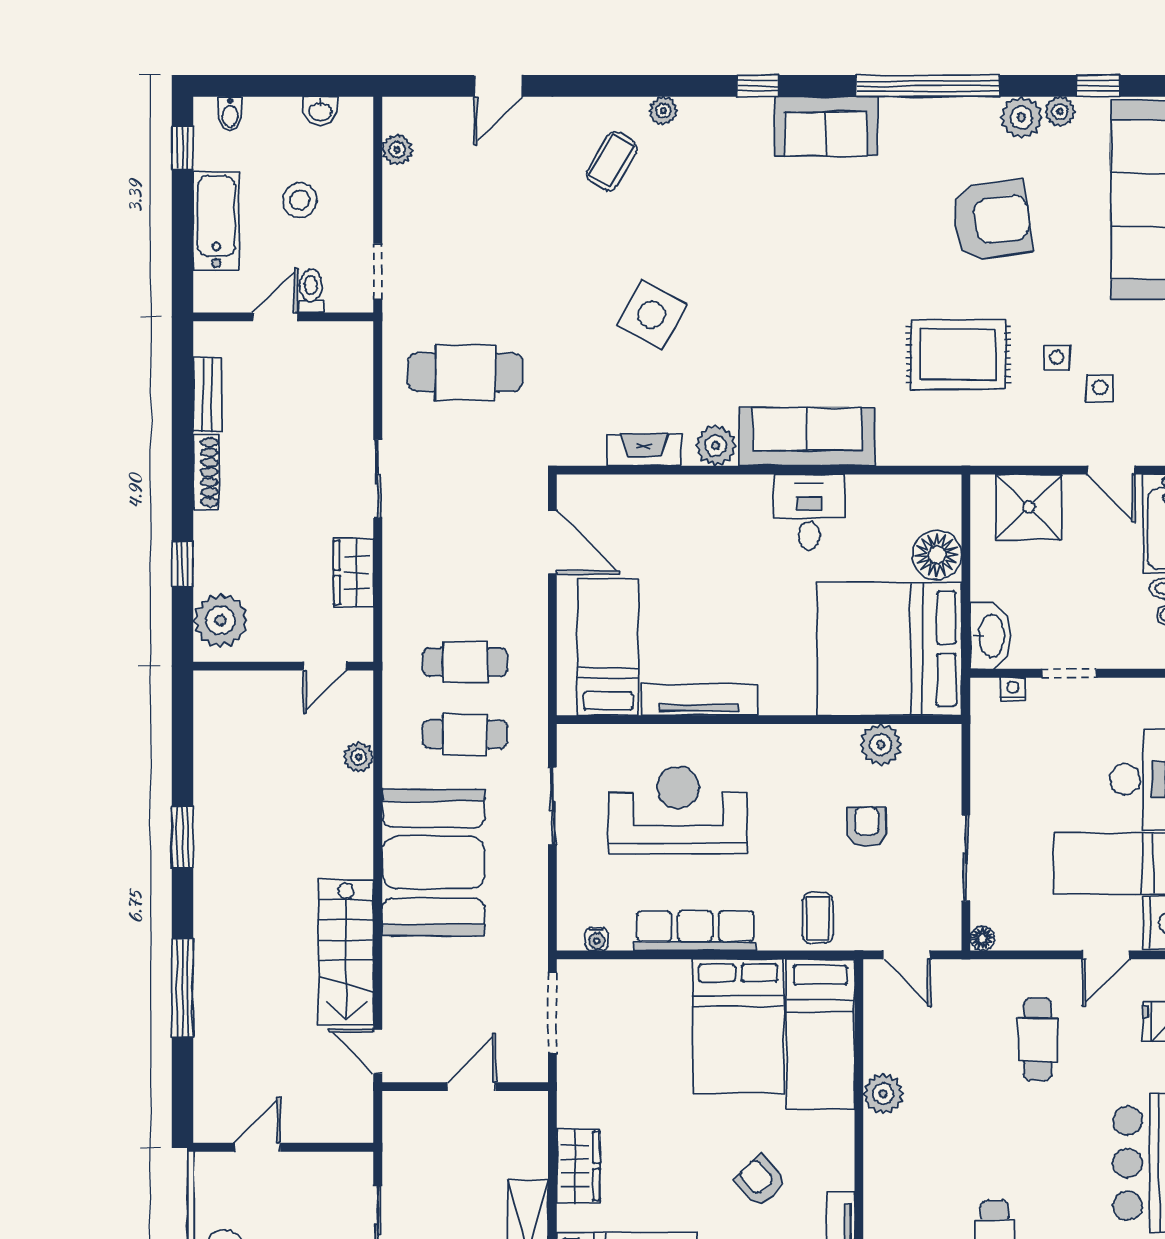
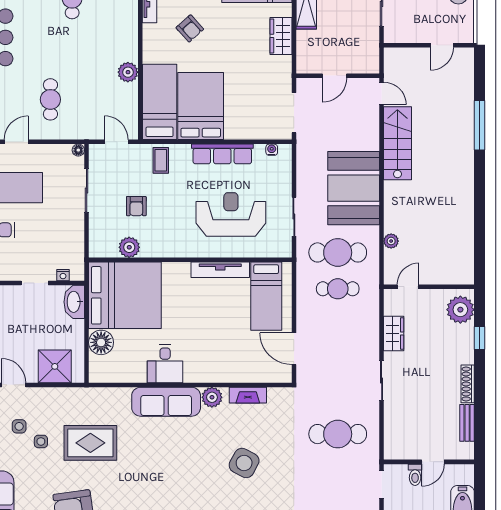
cafe table: (465, 734) -> (338, 252), width x1.37, depth x1.35
reception desk: (678, 810) -> (231, 214), turned 180
window: (182, 837) -> (479, 201), removed

